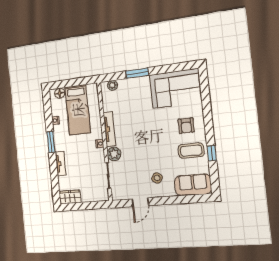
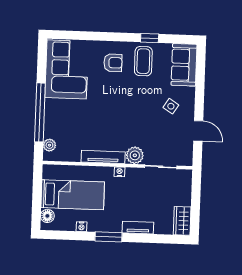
window: (137, 73) -> (40, 112), width x2.11

